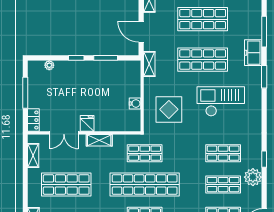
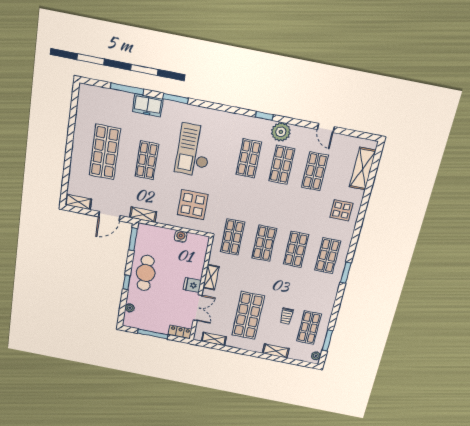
window: (106, 58) -> (133, 239), moved
shop shelf: (203, 60) -> (147, 160), width x0.70, depth x0.74
cafe table: (90, 75) -> (146, 273), added
shop shelf: (145, 185) -> (264, 243), width x0.50, depth x0.74

